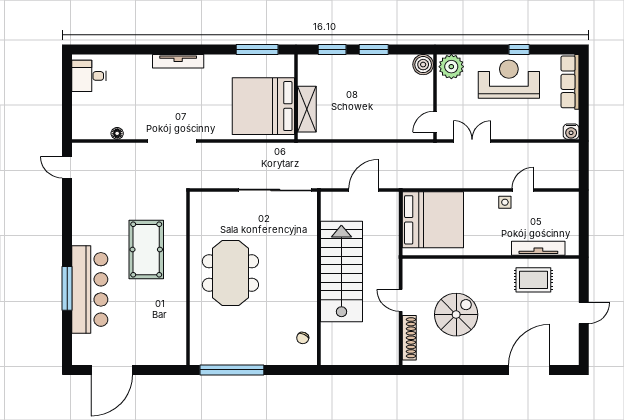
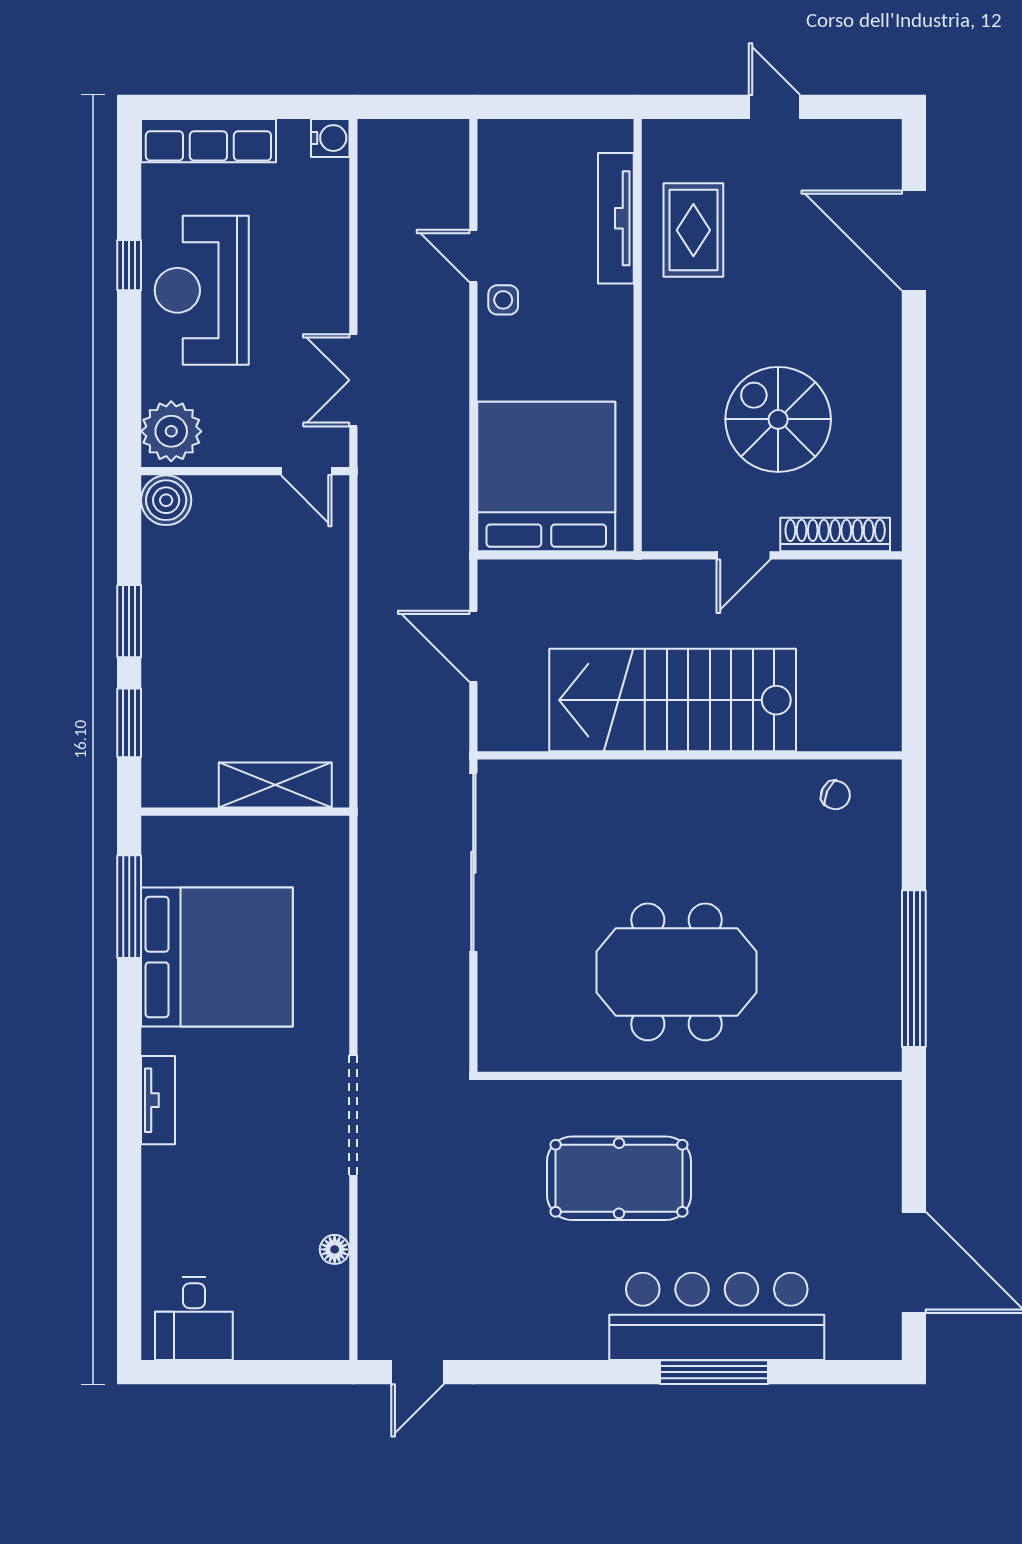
tv unit: (178, 61) -> (158, 1100), width x0.71
bed: (263, 106) -> (217, 957), moved, turned -90

